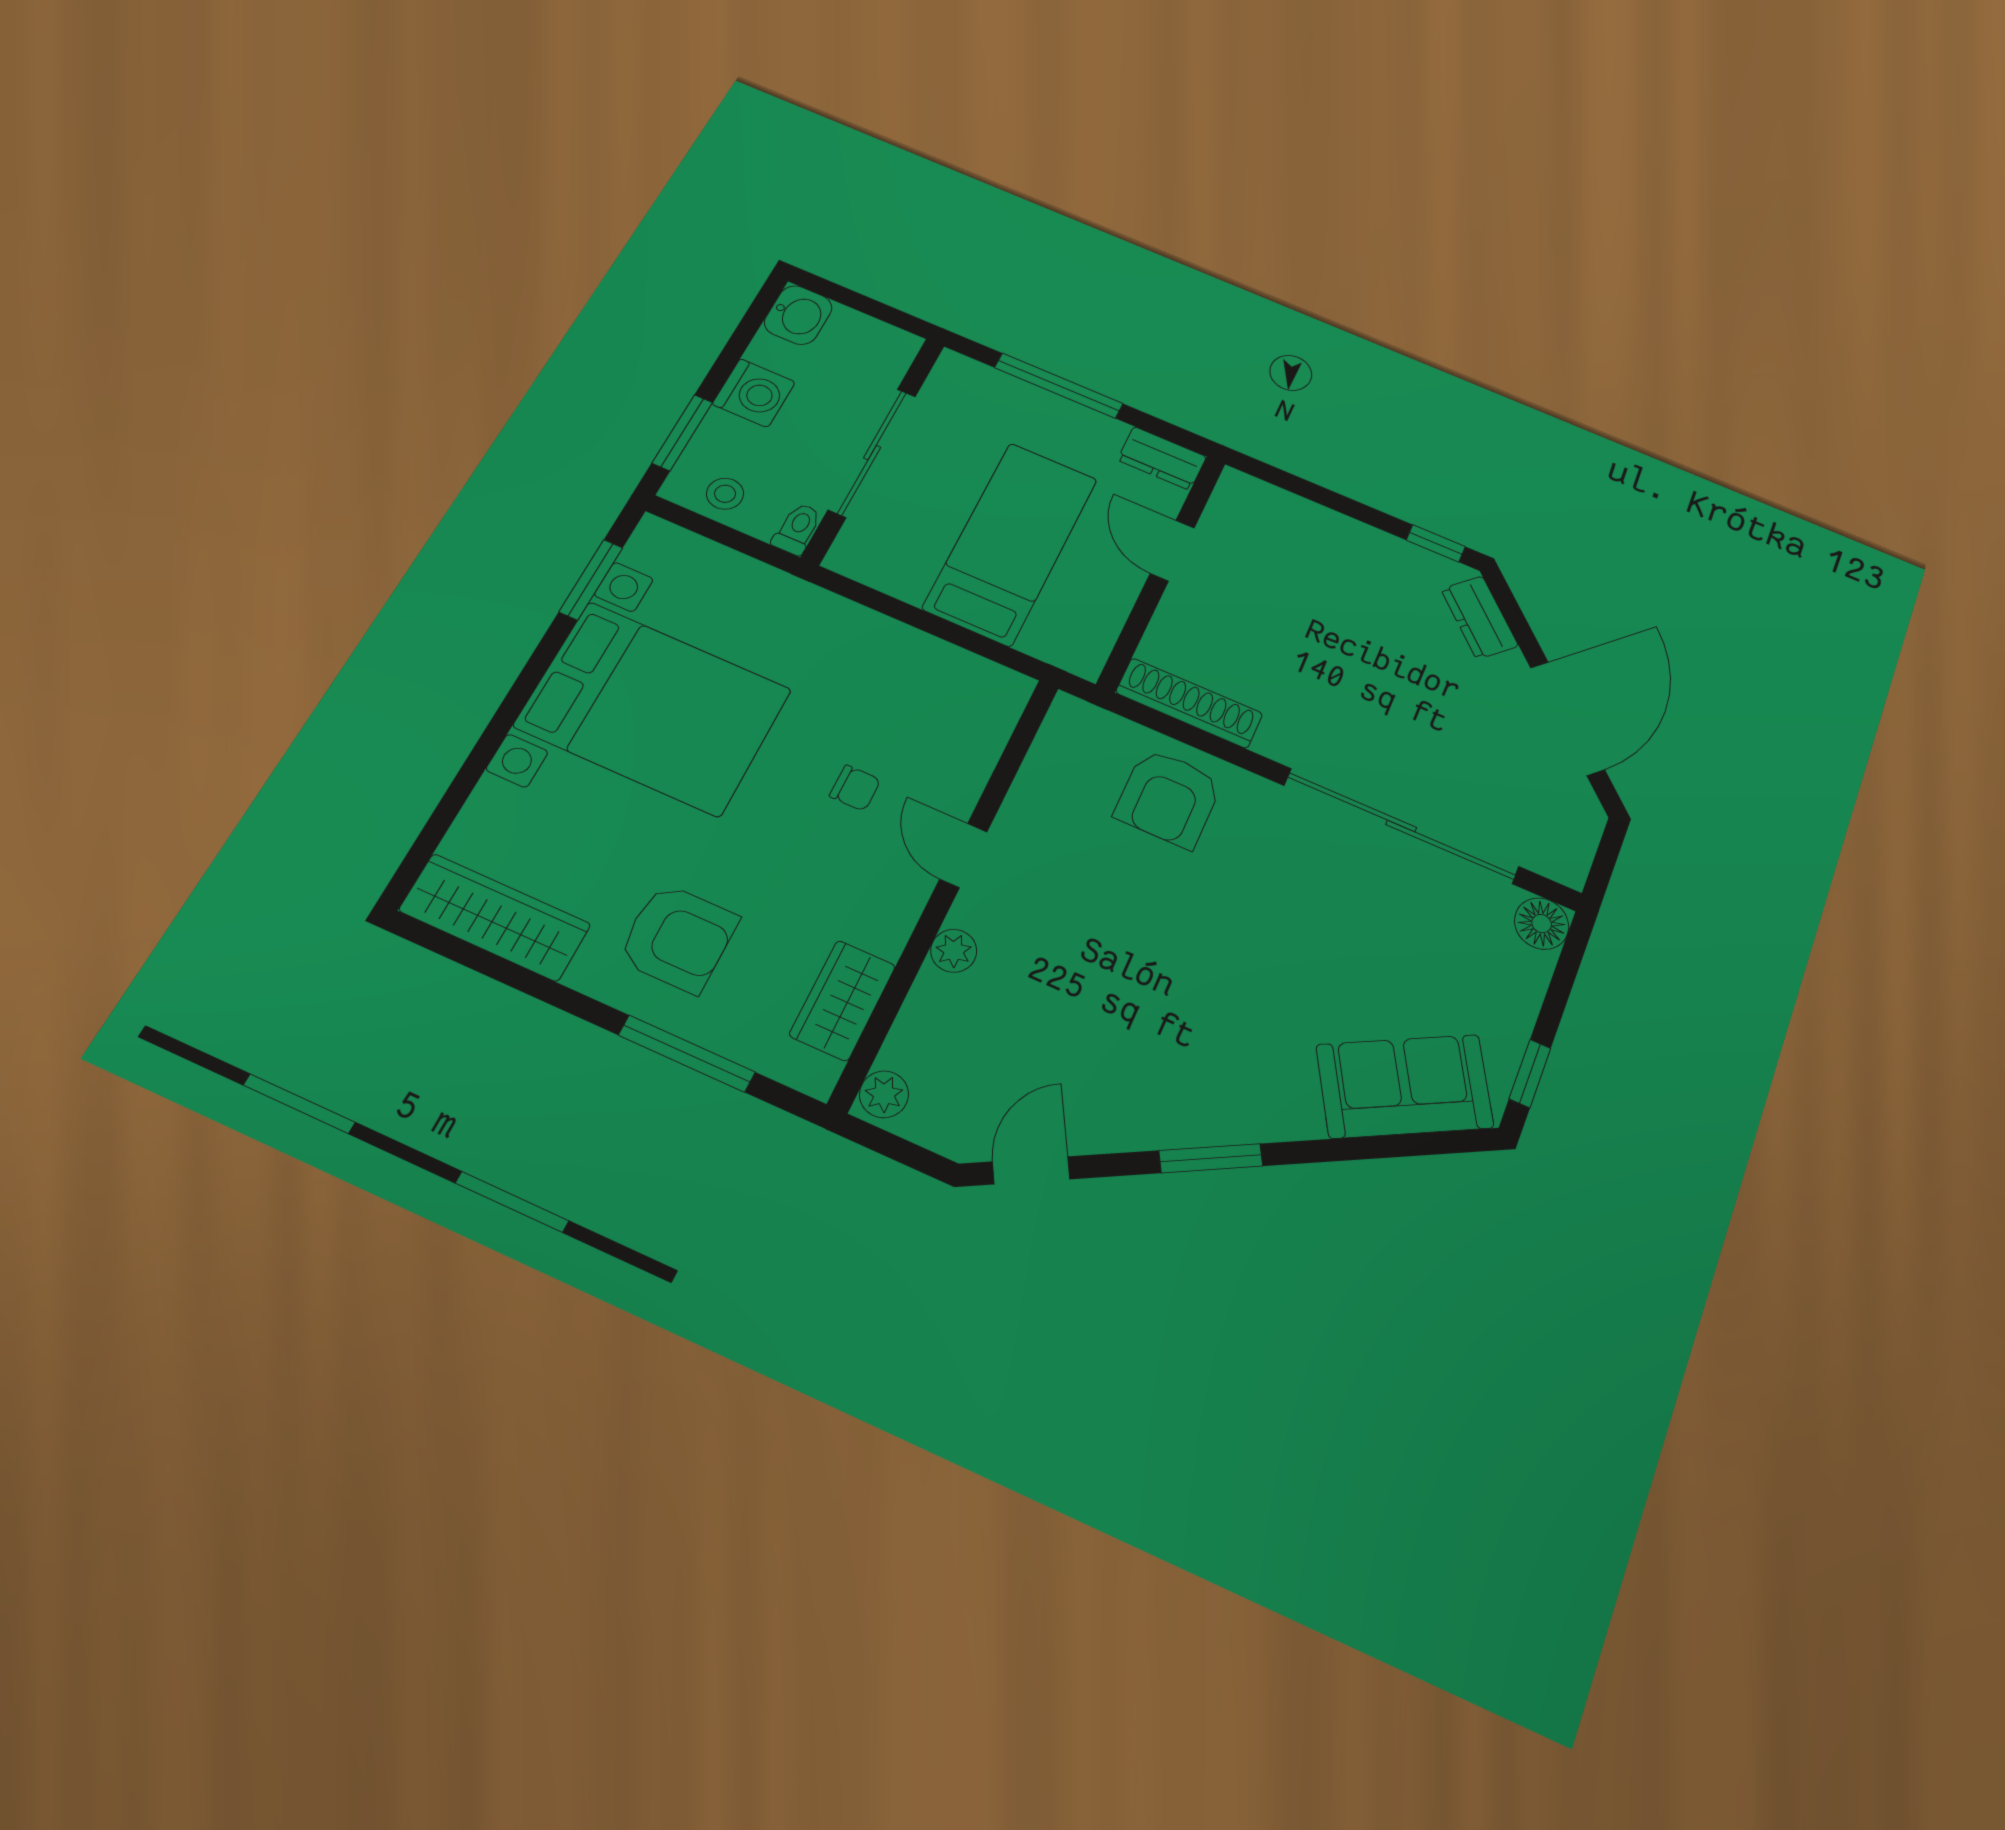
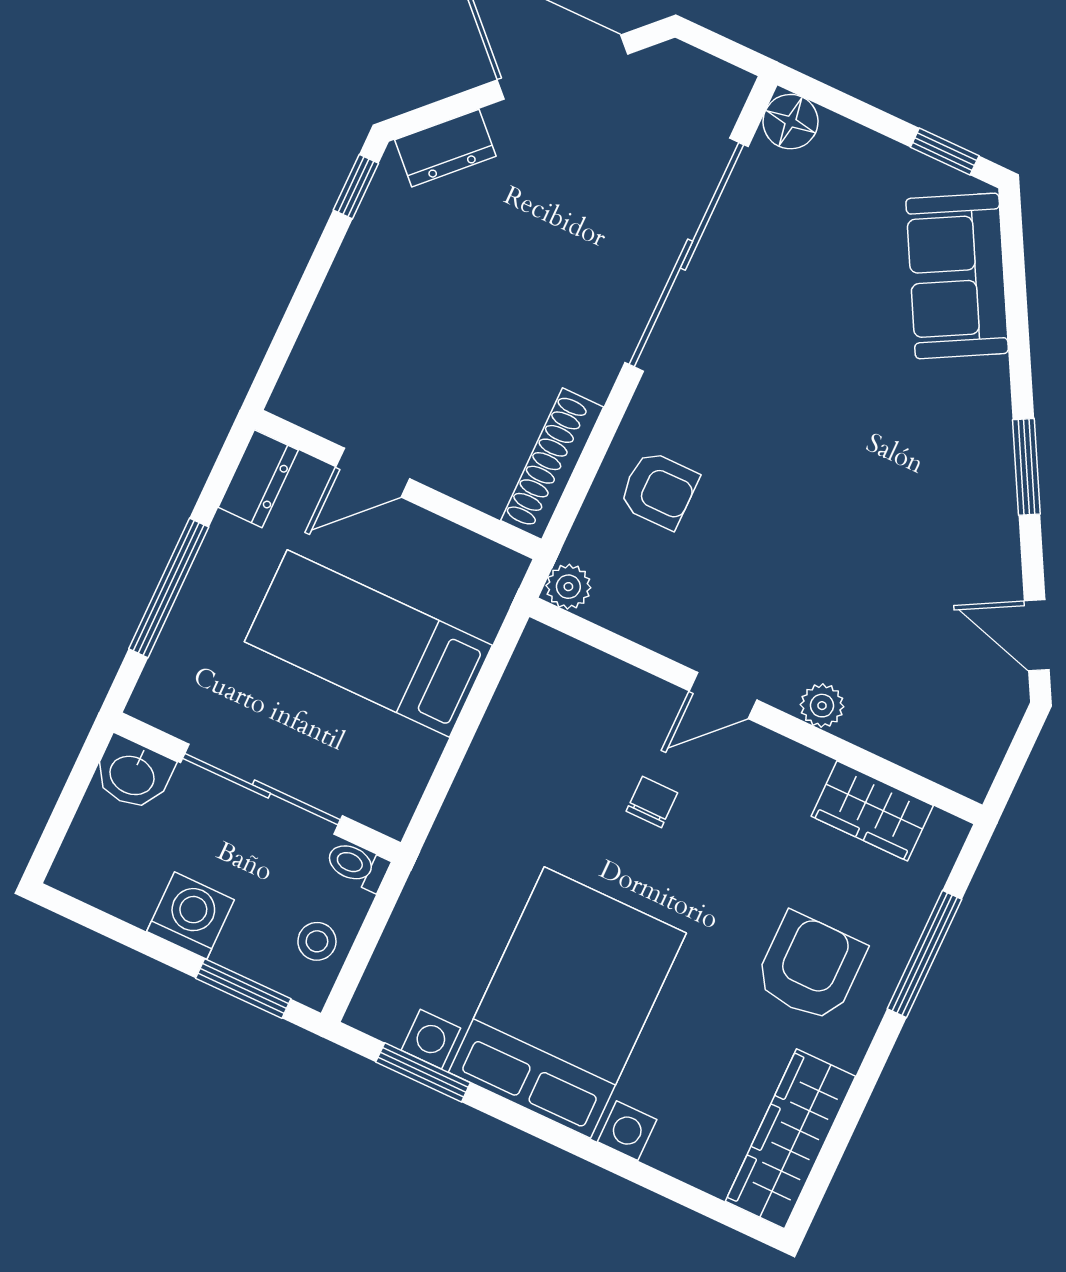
washbasin: (798, 315) -> (133, 774), moved, turned 180
armchair: (1168, 798) -> (659, 490), width x0.72, depth x0.72
plant: (884, 1094) -> (568, 587), moved

